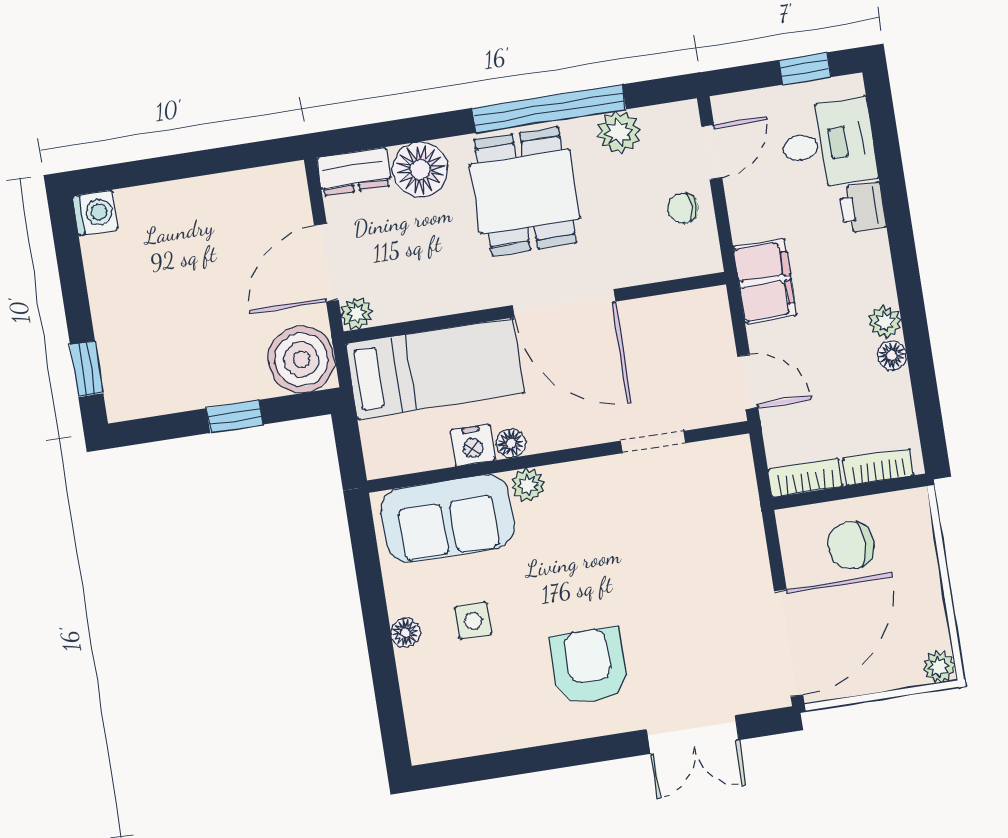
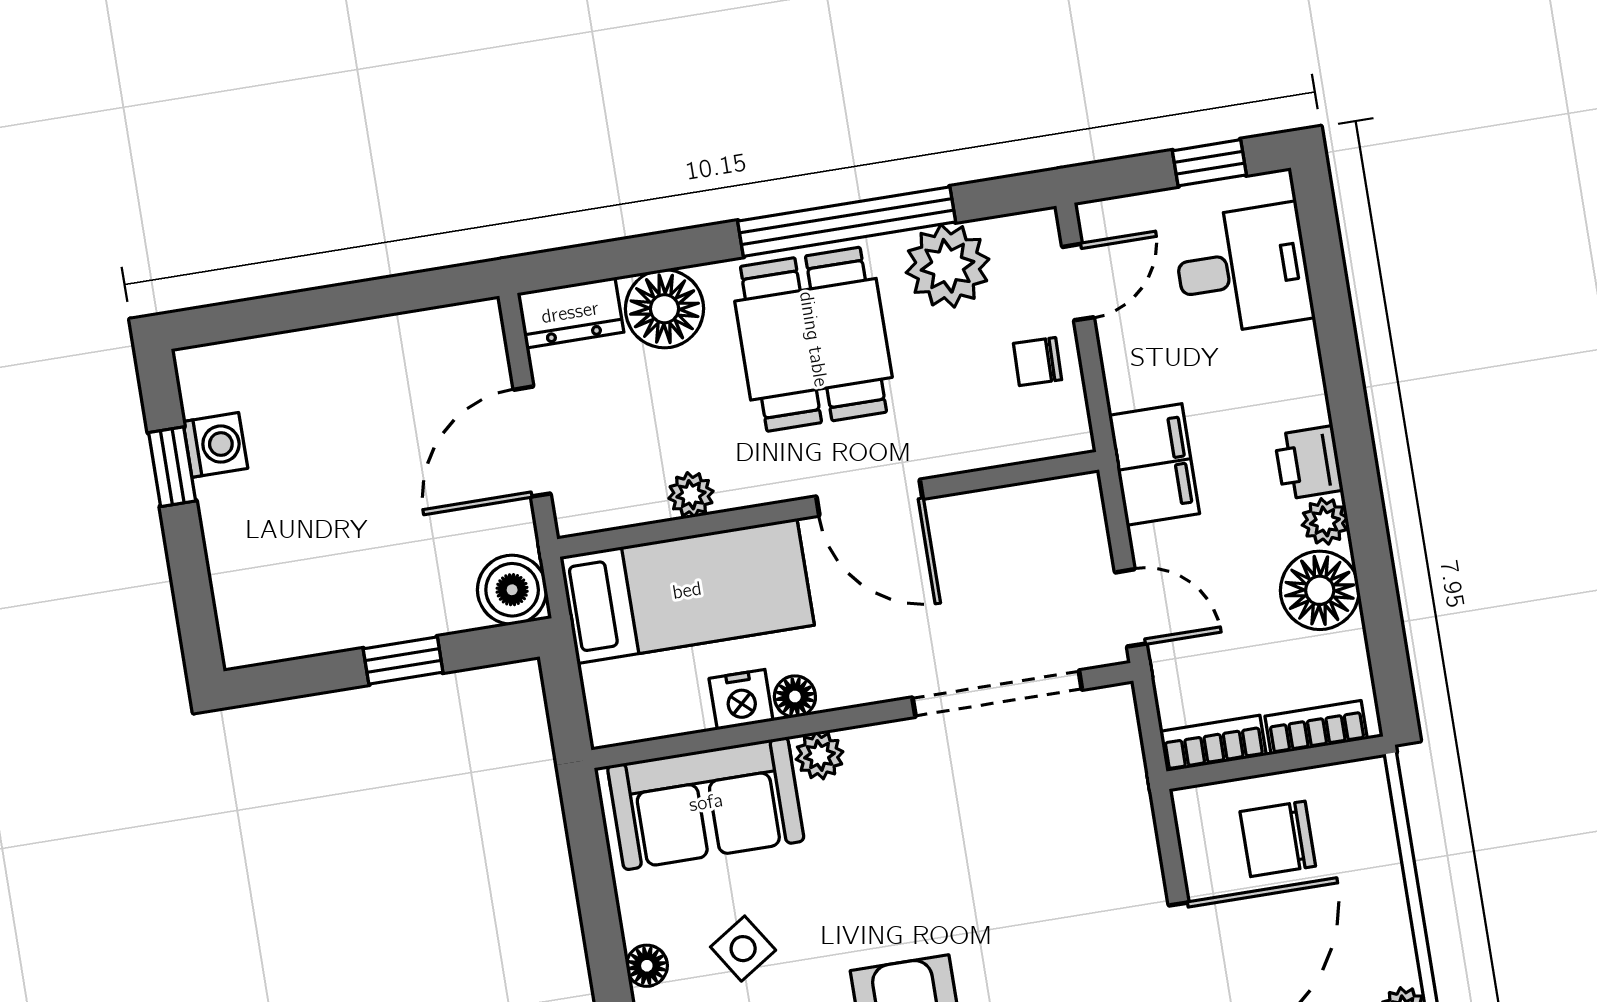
plant: (619, 132) -> (948, 266), width x1.36, depth x1.36
printer: (862, 207) -> (1309, 463), moved
washing machine: (95, 213) -> (215, 445), moved
door: (564, 303) -> (870, 498), width x0.73
plant: (357, 313) -> (691, 495), moved
floor lamp: (892, 355) -> (1320, 590), width x1.89, depth x1.89
boiler: (301, 359) -> (512, 590), width x0.73, depth x0.73
window: (87, 369) -> (172, 467), moved
doorway: (653, 442) -> (997, 694), width x1.88
side table: (473, 621) -> (743, 949), turned -33

